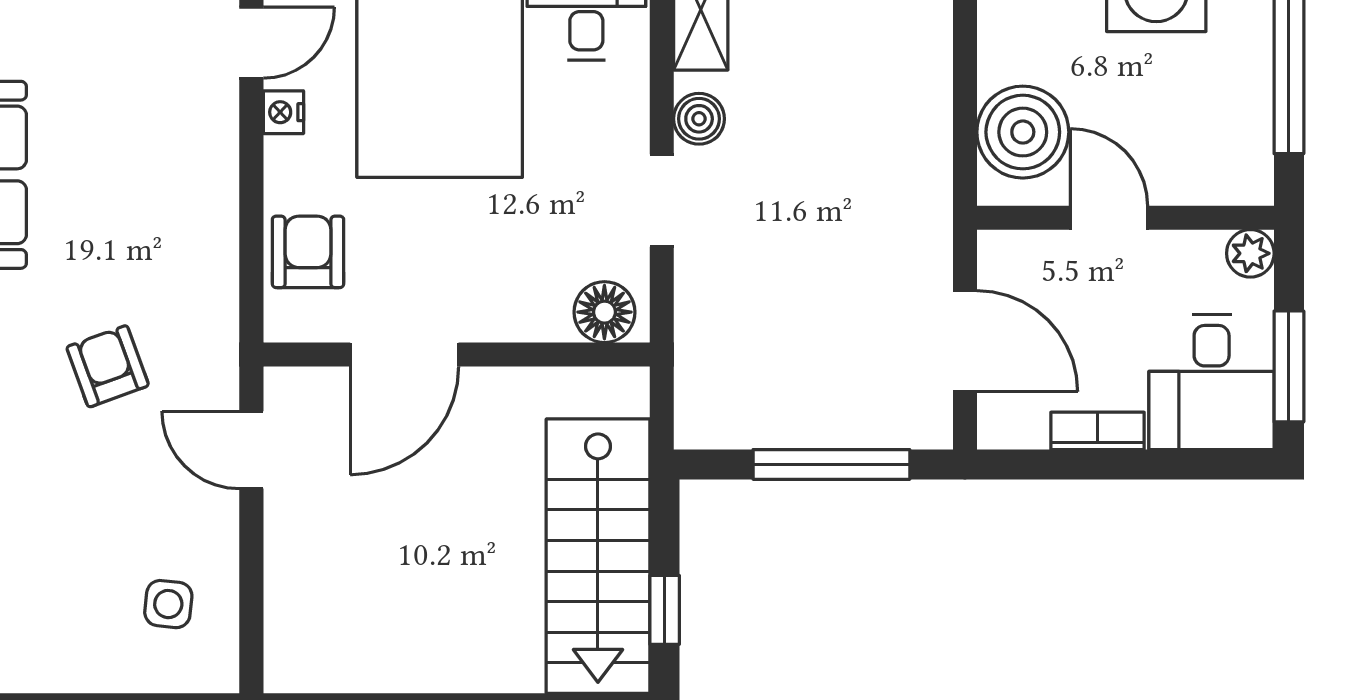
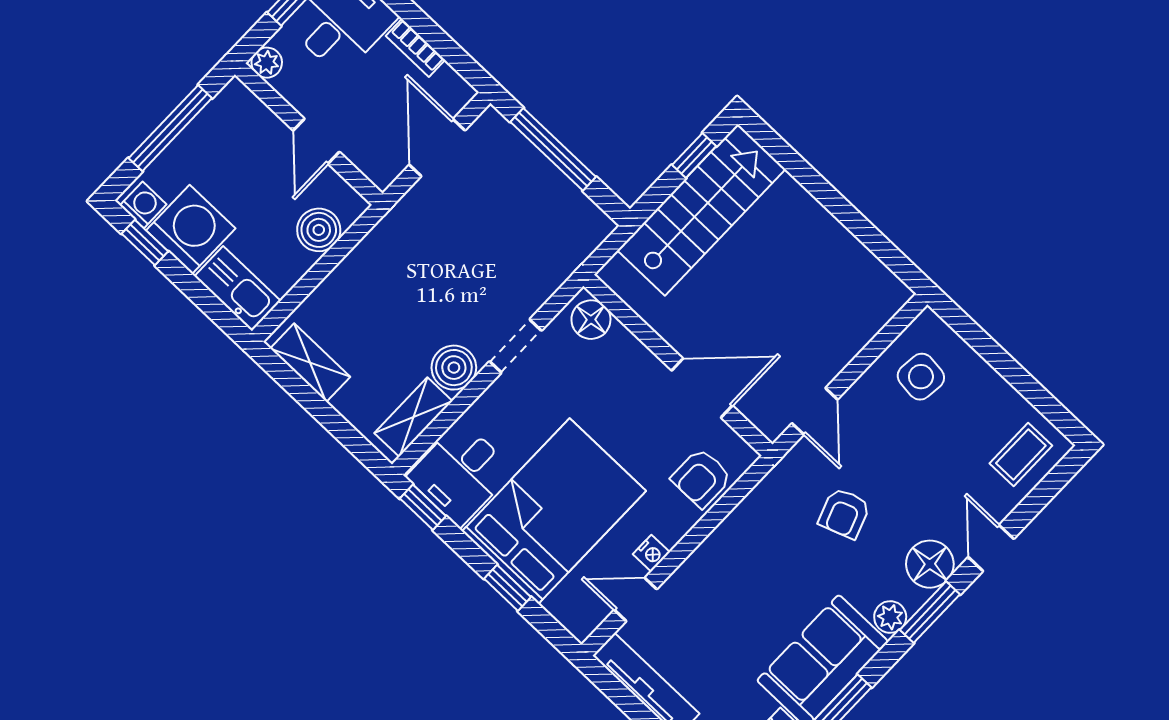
boiler: (699, 119) -> (454, 368), width x1.36, depth x1.36
boiler: (1023, 132) -> (319, 230), width x0.73, depth x0.73
side table: (168, 604) -> (921, 377), width x1.37, depth x1.37

